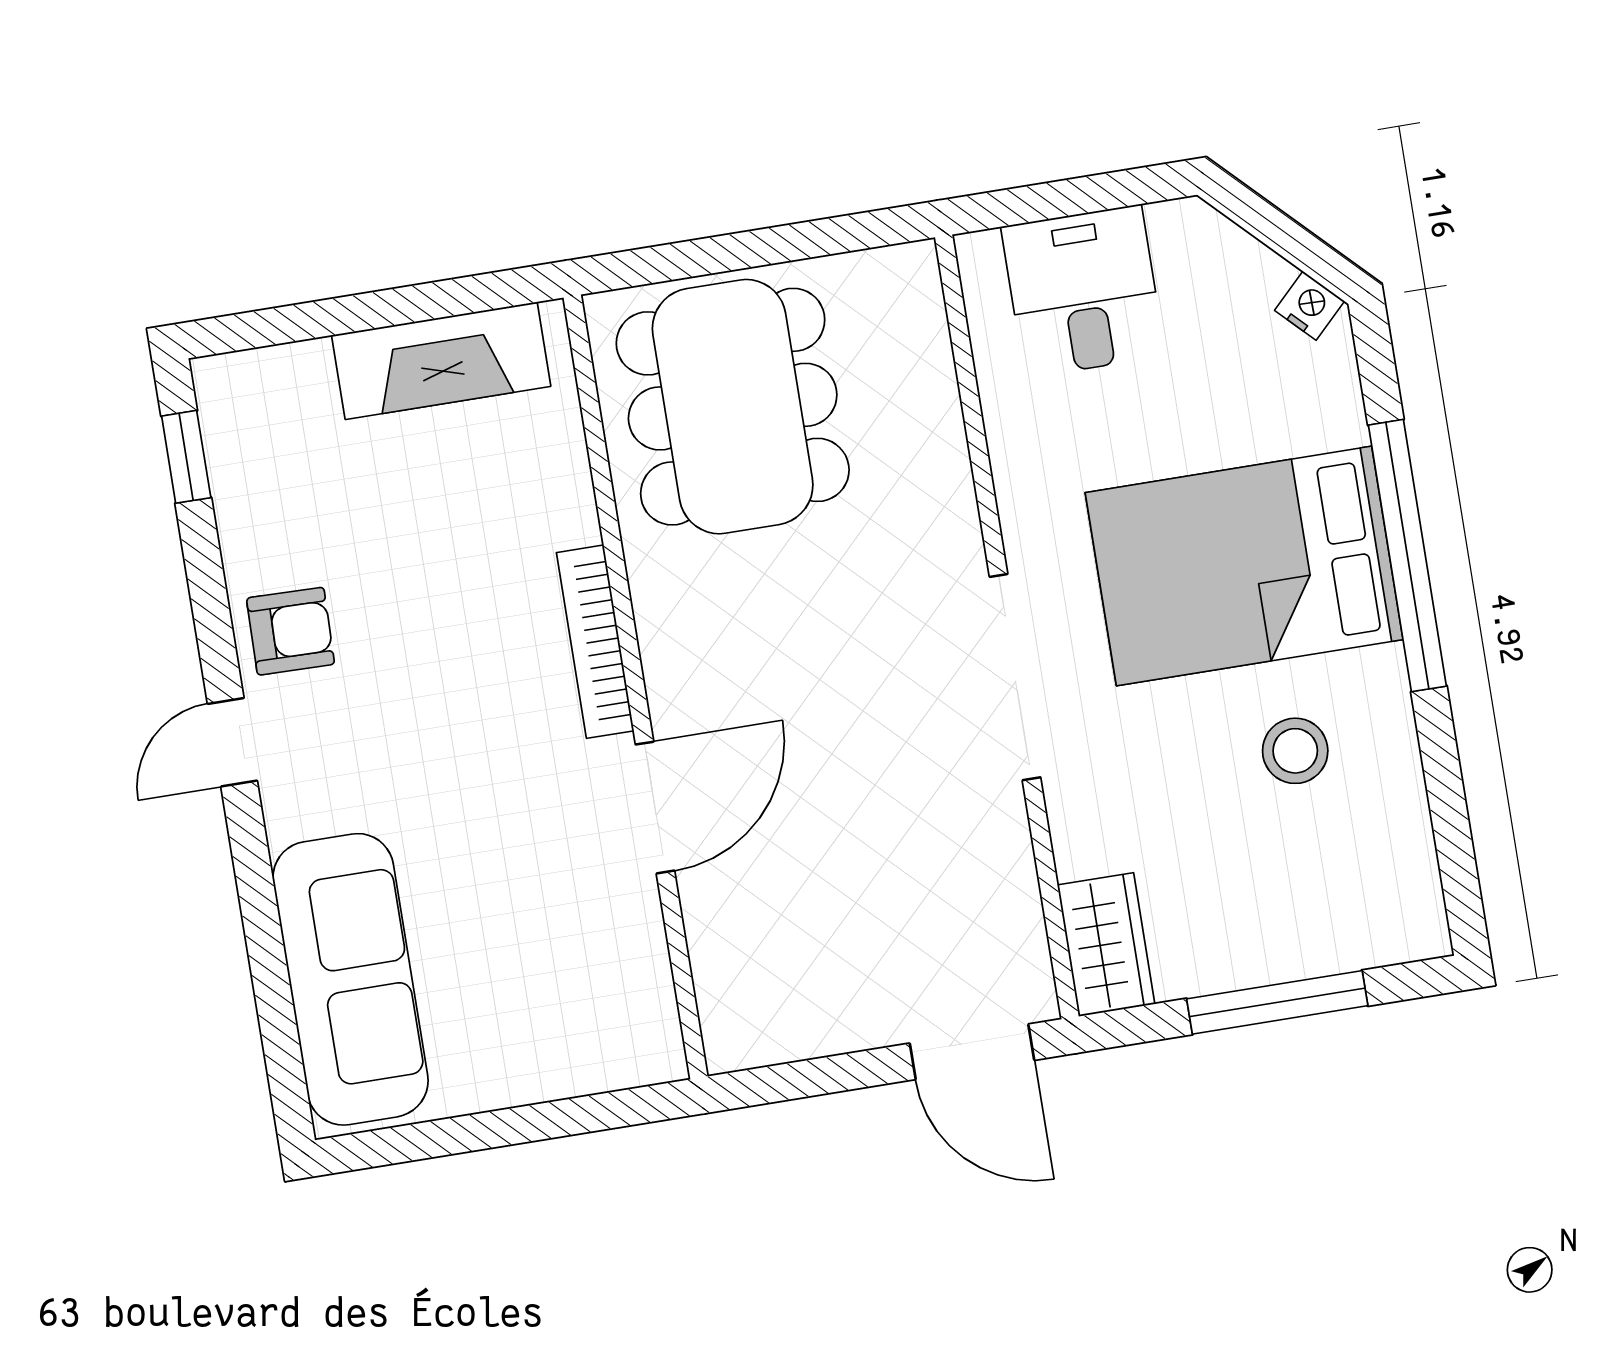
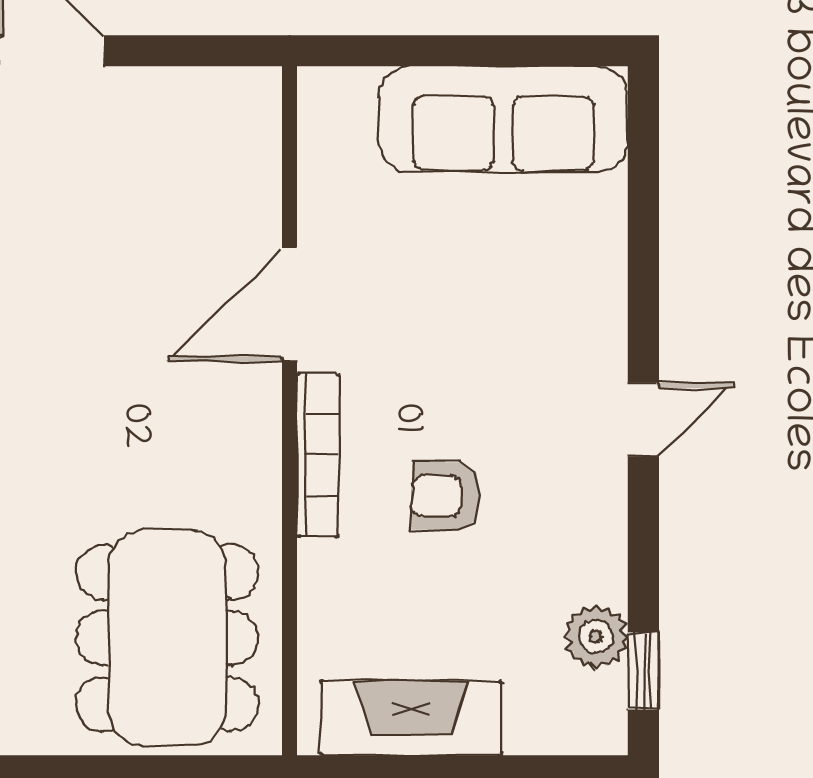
plant: (246, 487) -> (596, 637), added
armchair: (291, 631) -> (446, 496), moved
sofa: (350, 979) -> (503, 119), moved, turned -90

